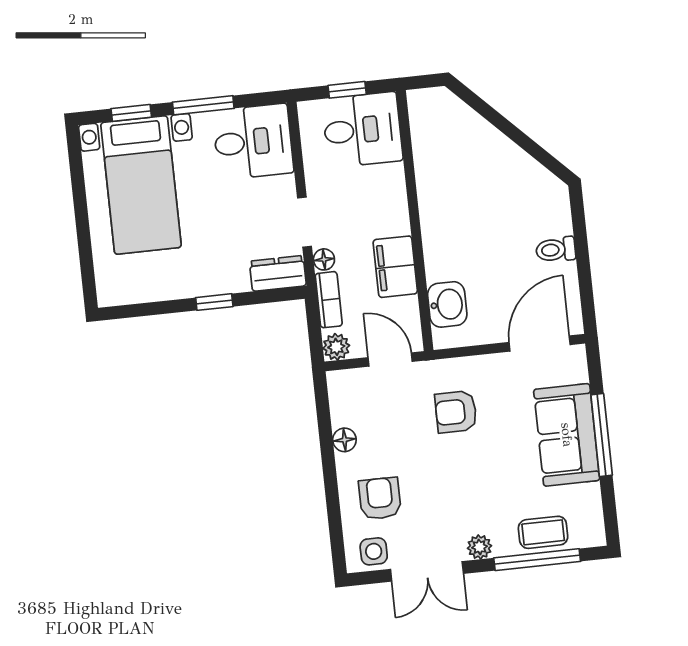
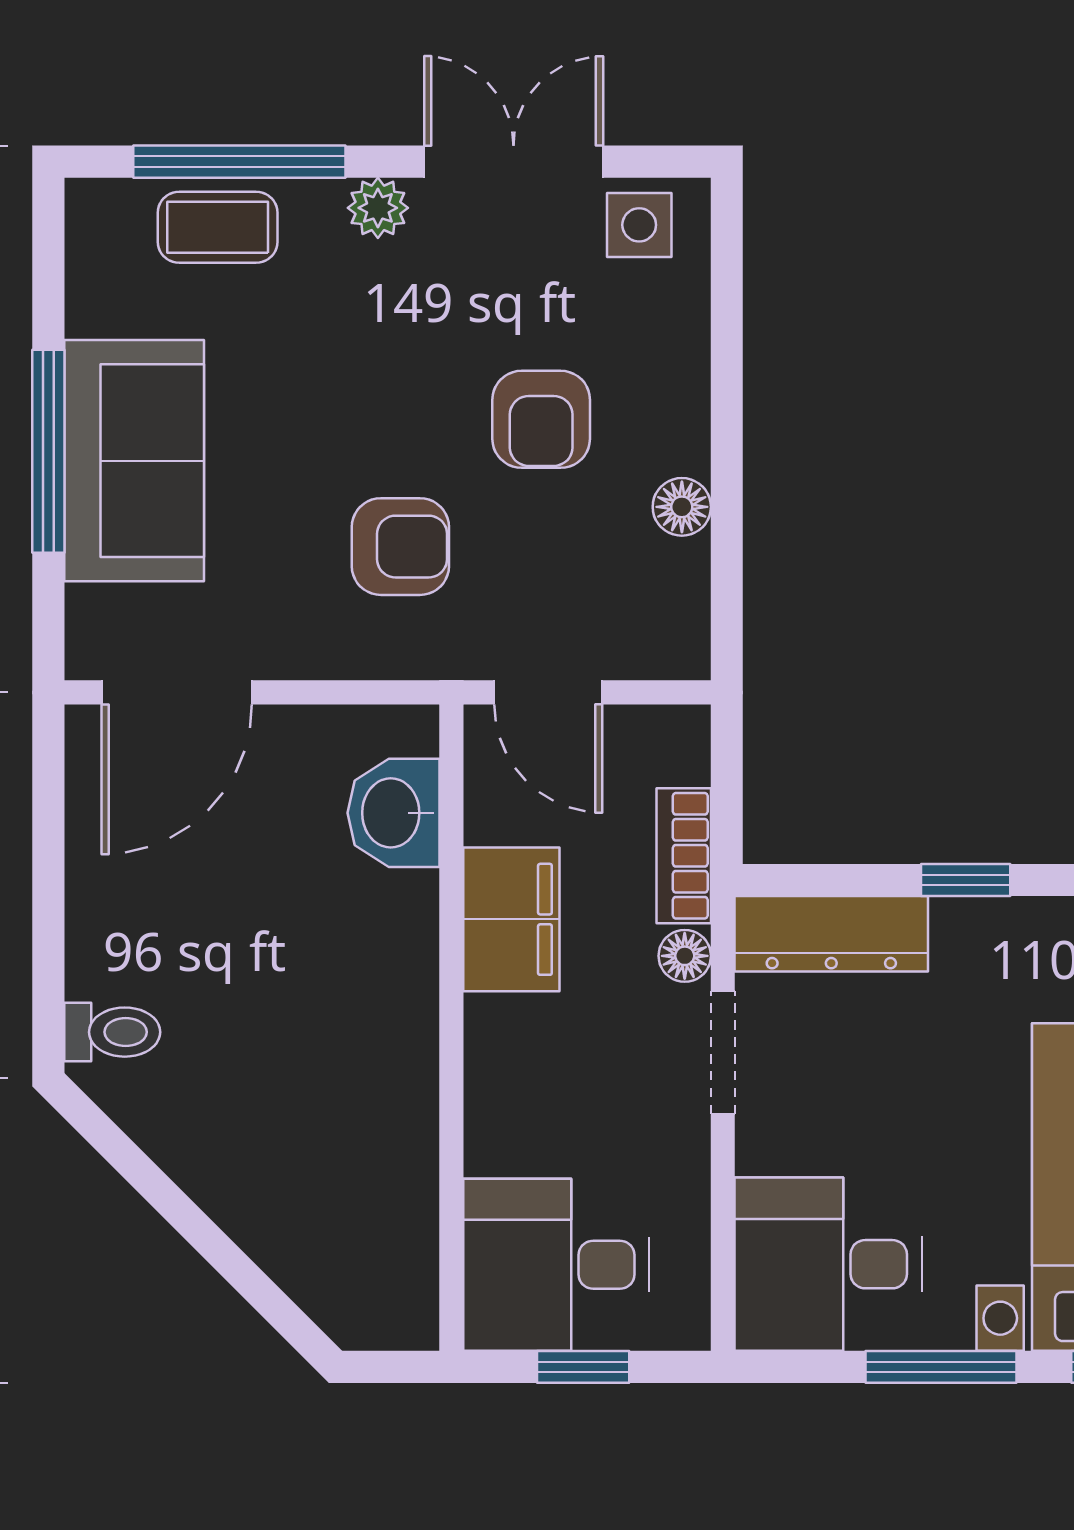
toilet: (556, 250) -> (112, 1032), moved
dresser: (278, 273) -> (831, 934), width x1.44
plant: (336, 347) -> (677, 738), removed
armchair: (380, 498) -> (541, 419), moved

